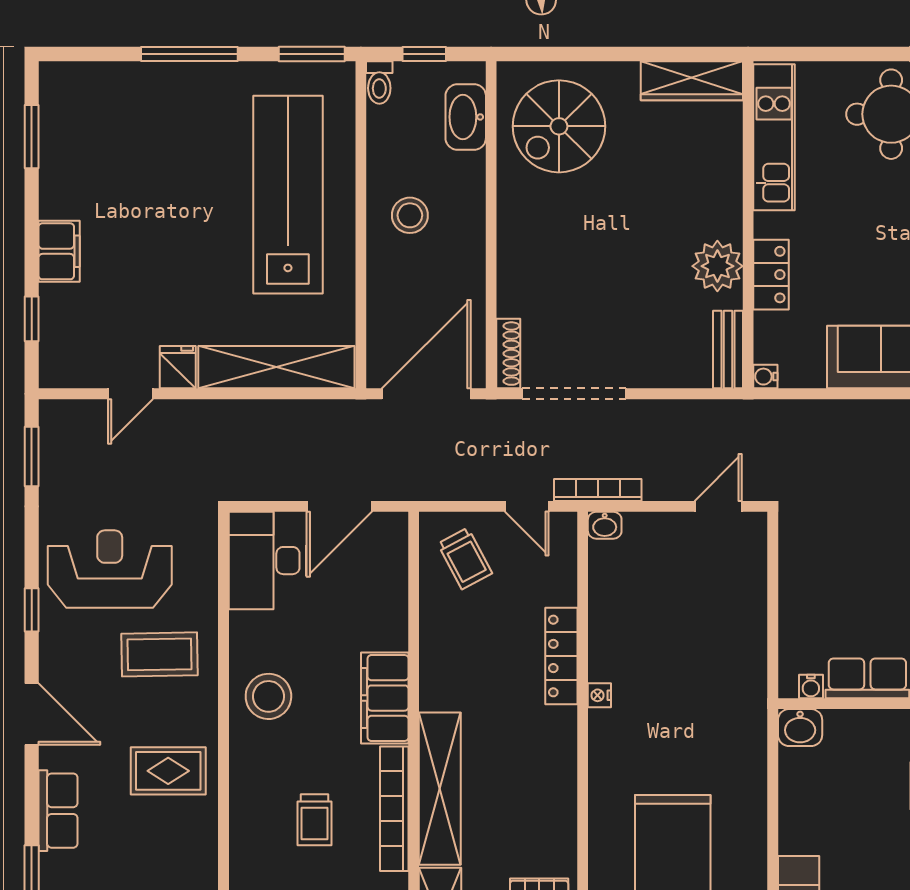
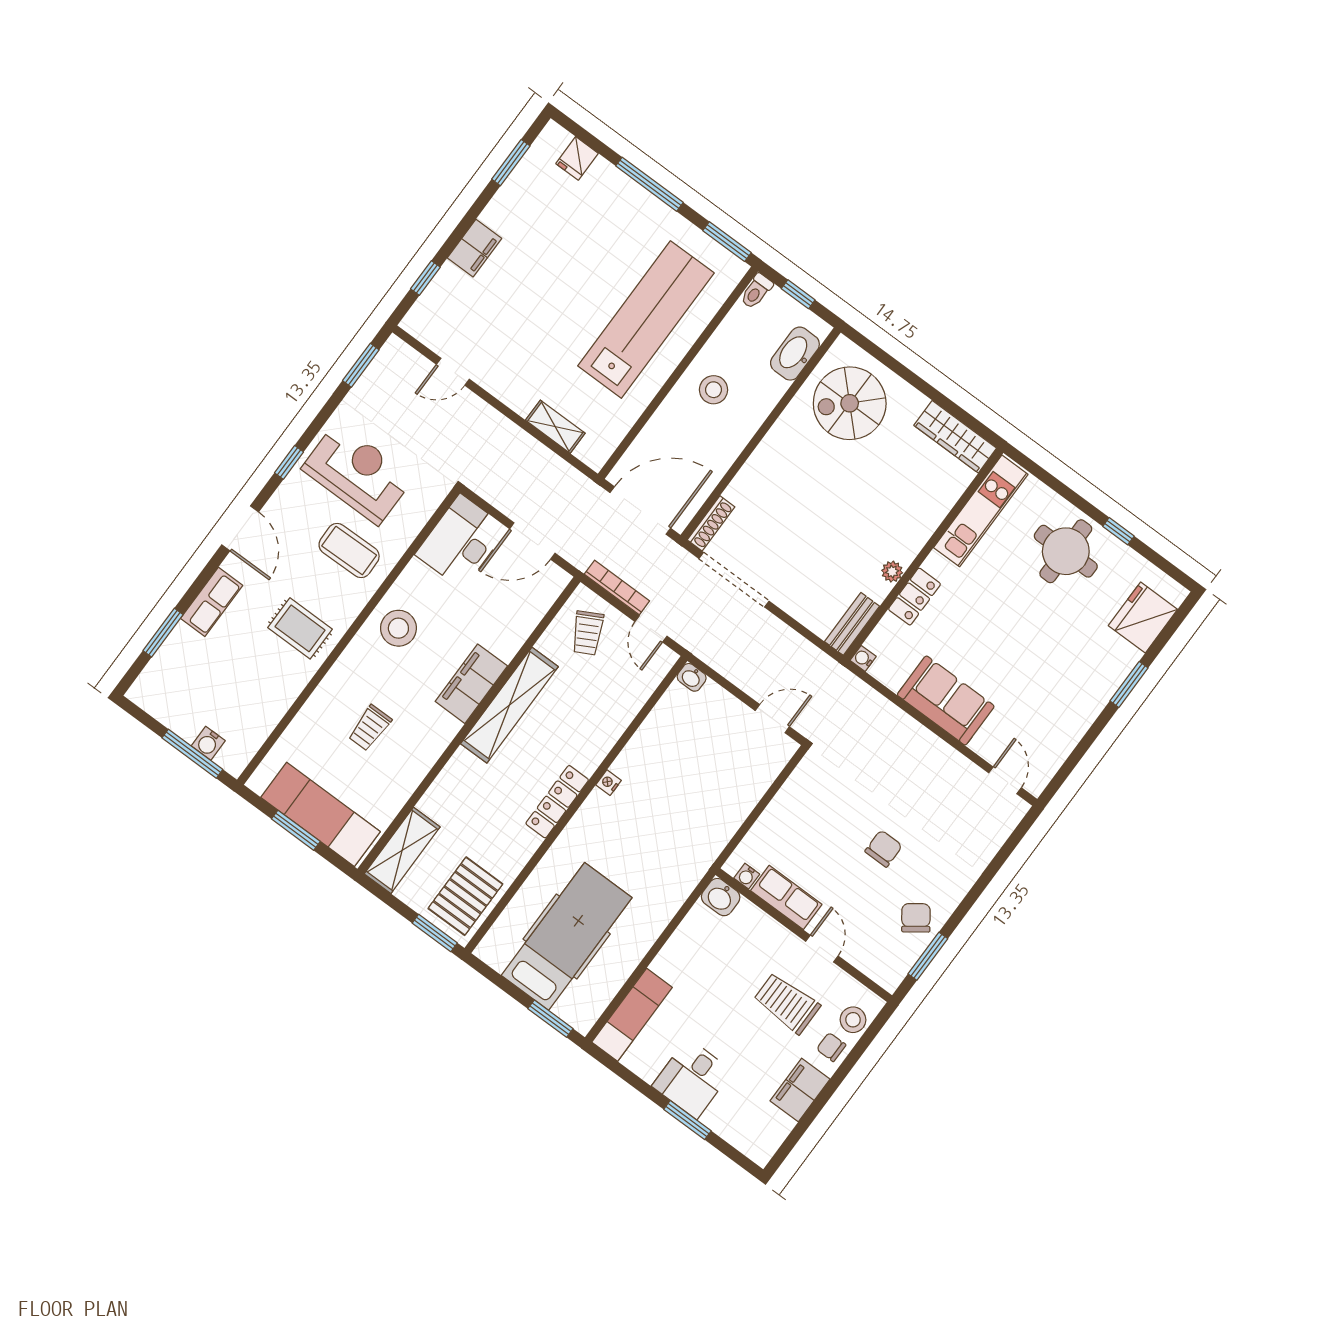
plant: (717, 266) -> (892, 572), width x0.53, depth x0.53
fridge: (178, 367) -> (577, 158), moved, turned 180
shelving: (276, 367) -> (555, 427), width x0.45, depth x0.75
bookcase: (598, 490) -> (617, 588), moved
locker: (561, 656) -> (557, 802), moved
shelving: (440, 789) -> (509, 705), moved
bookcase: (394, 809) -> (425, 758), removed

